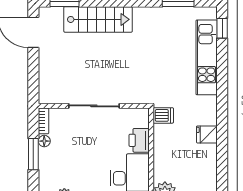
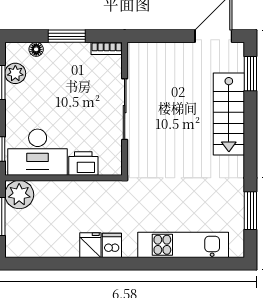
window: (222, 28) -> (218, 264), removed
dishwasher: (163, 115) -> (112, 245), moved, turned 180
floor lamp: (44, 141) -> (36, 49), moved

